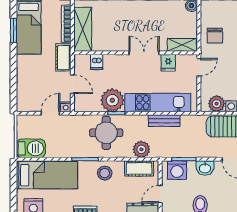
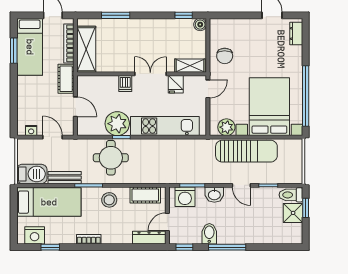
dishwasher: (97, 62) -> (125, 84), moved
nightstand: (66, 107) -> (31, 130), moved
door: (50, 113) -> (52, 137), hinge flipped
bench: (164, 121) -> (65, 178), moved
plant: (141, 149) -> (148, 175), removed

